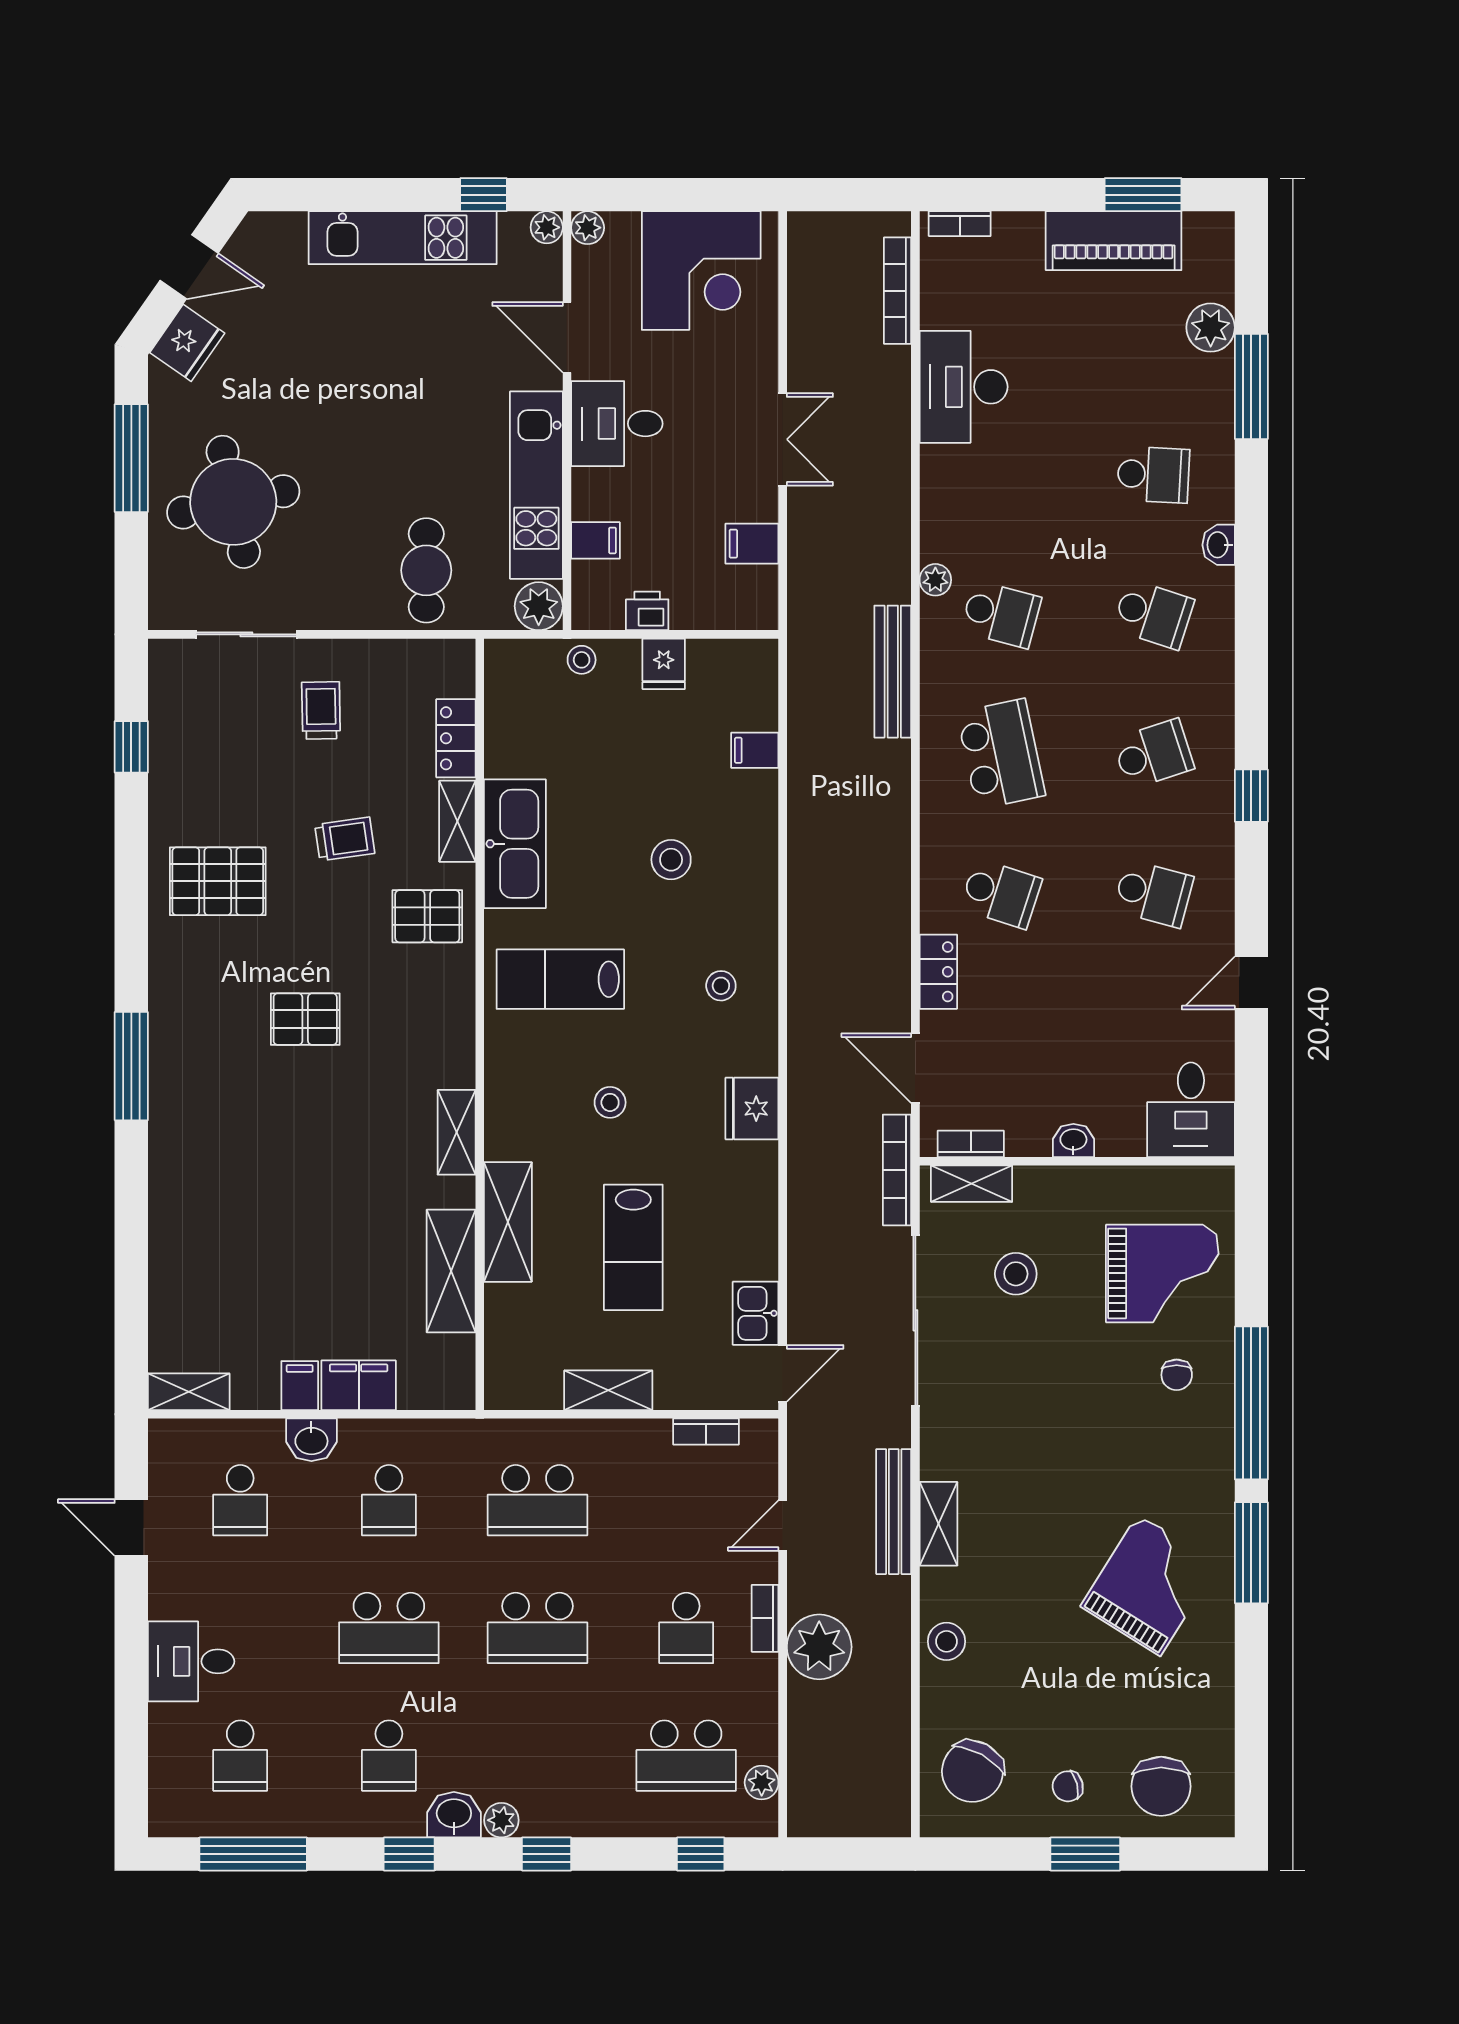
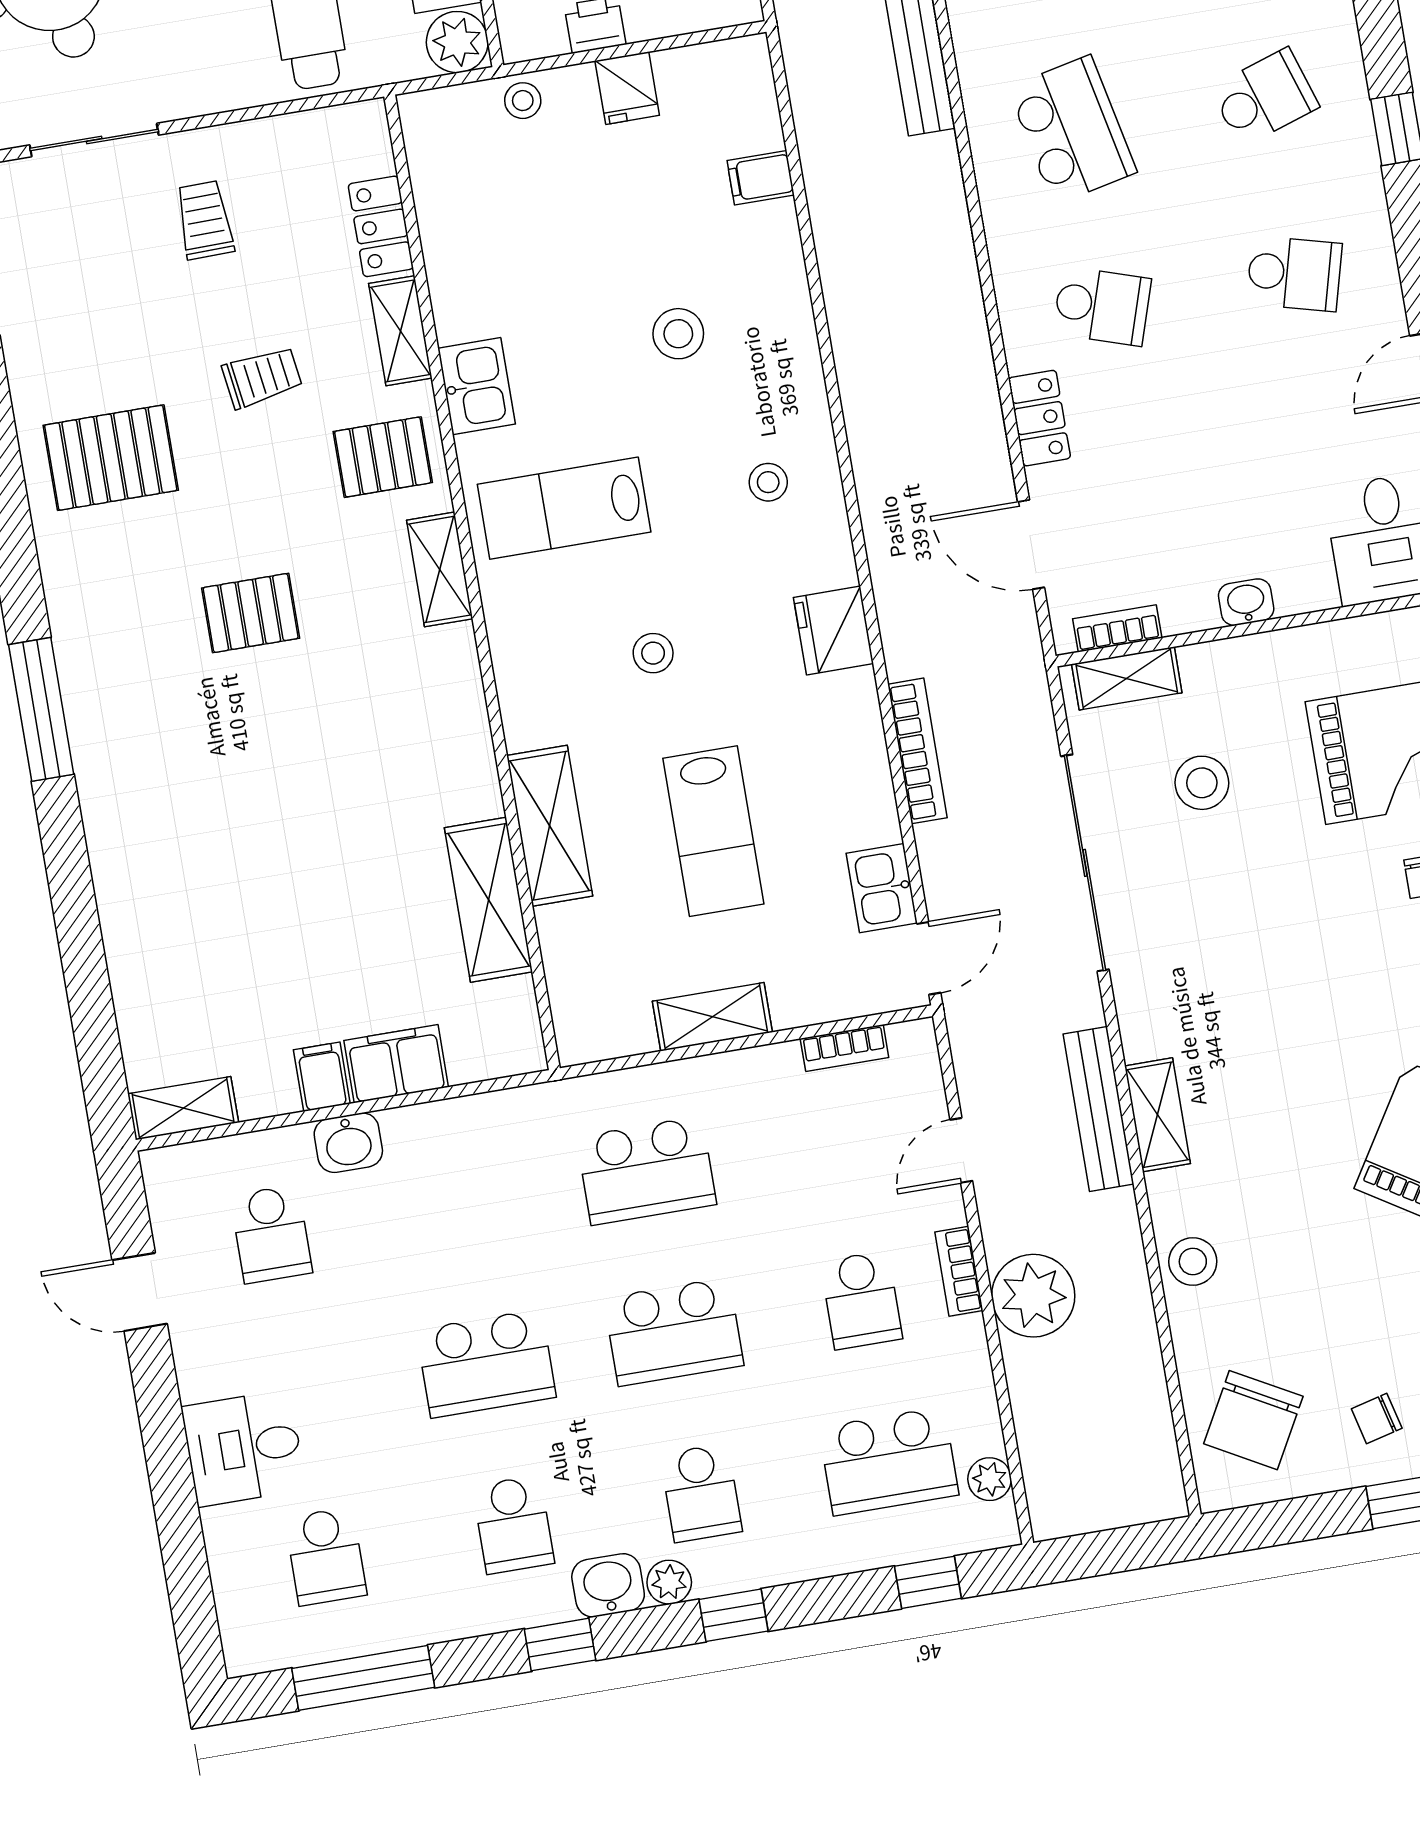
kitchen sink: (515, 844) -> (477, 386), width x0.53, depth x0.81
shelving: (457, 1132) -> (440, 569), moved
bookcase: (897, 1170) -> (917, 751), moved, turned 180
school desk: (389, 1500) -> (701, 1493), moved

